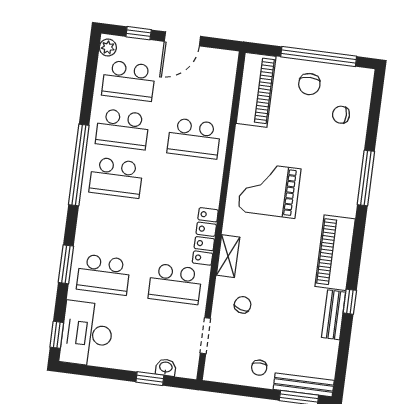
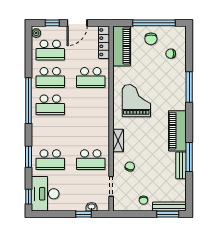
grand piano: (269, 190) -> (136, 101), turned 90
locker: (205, 236) -> (104, 42), moved
window: (350, 302) -> (189, 157), width x2.17

